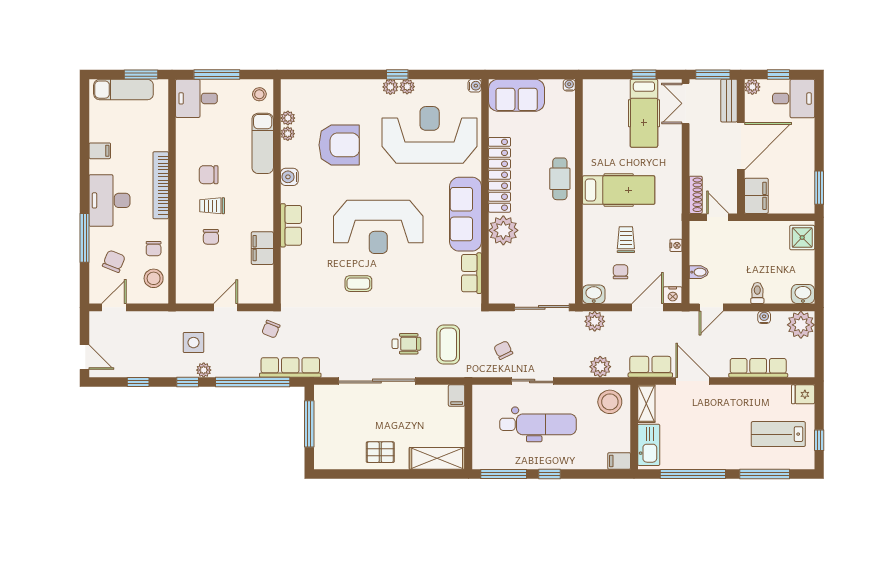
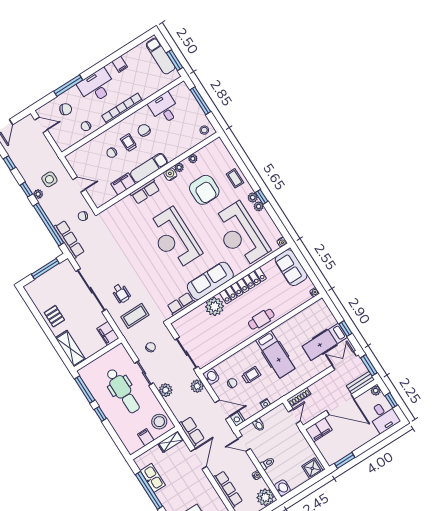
desk: (196, 98) -> (164, 108), moved
plant: (288, 118) -> (179, 167), moved
reception desk: (430, 135) -> (240, 235), turned 180
exam couch: (263, 143) -> (149, 168), moved
stool: (154, 278) -> (70, 136), removed
coffee table: (358, 284) -> (235, 178), moved
plant: (600, 367) -> (166, 390), moved
filing cabinet: (457, 396) -> (108, 333), width x2.00
kitchen sink: (649, 445) -> (153, 478), moved, turned -90
filing cabinet: (619, 461) -> (146, 437), moved

